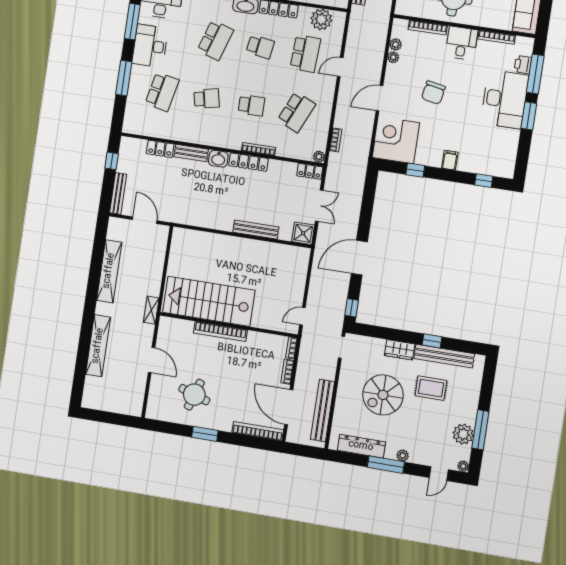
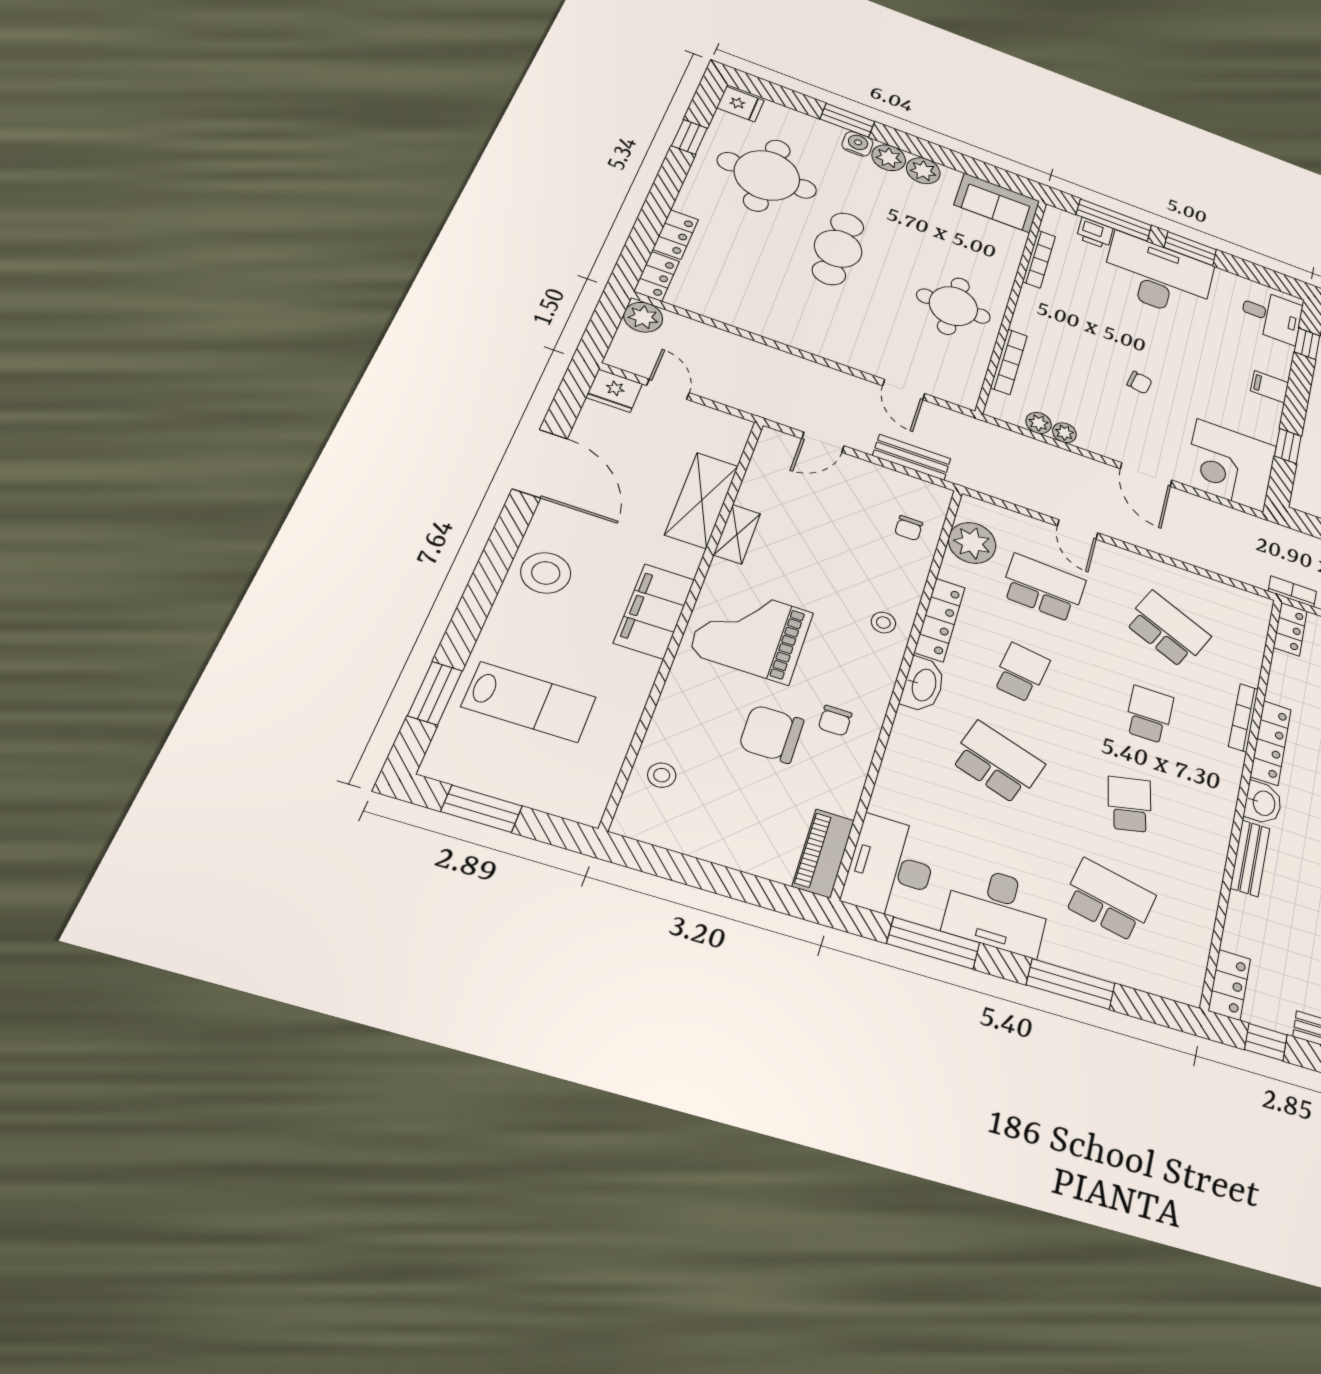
desk: (461, 43) -> (1272, 316), moved, turned 180
chair: (433, 93) -> (1139, 383), width x0.54, depth x0.54
bookcase: (336, 140) -> (1292, 591), moved
locker: (160, 149) -> (1229, 985), moved
plant: (319, 157) -> (1261, 606), removed

